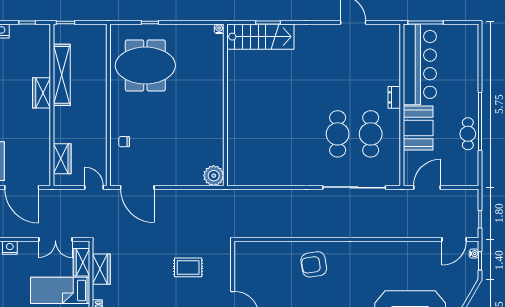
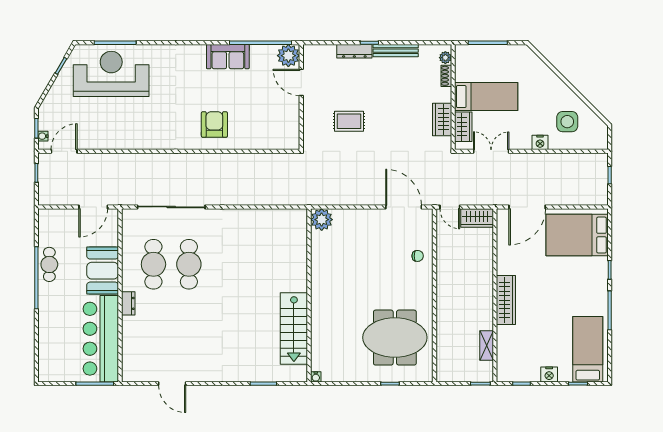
stairs: (260, 37) -> (294, 329), moved, turned -90
shelving: (62, 75) -> (487, 346), width x0.45, depth x0.75
wardrobe: (42, 93) -> (506, 300), width x1.50
wardrobe: (62, 159) -> (477, 218), moved, turned -90
door: (22, 187) -> (527, 207), swing flipped
armchair: (314, 264) -> (214, 125), turned -81

